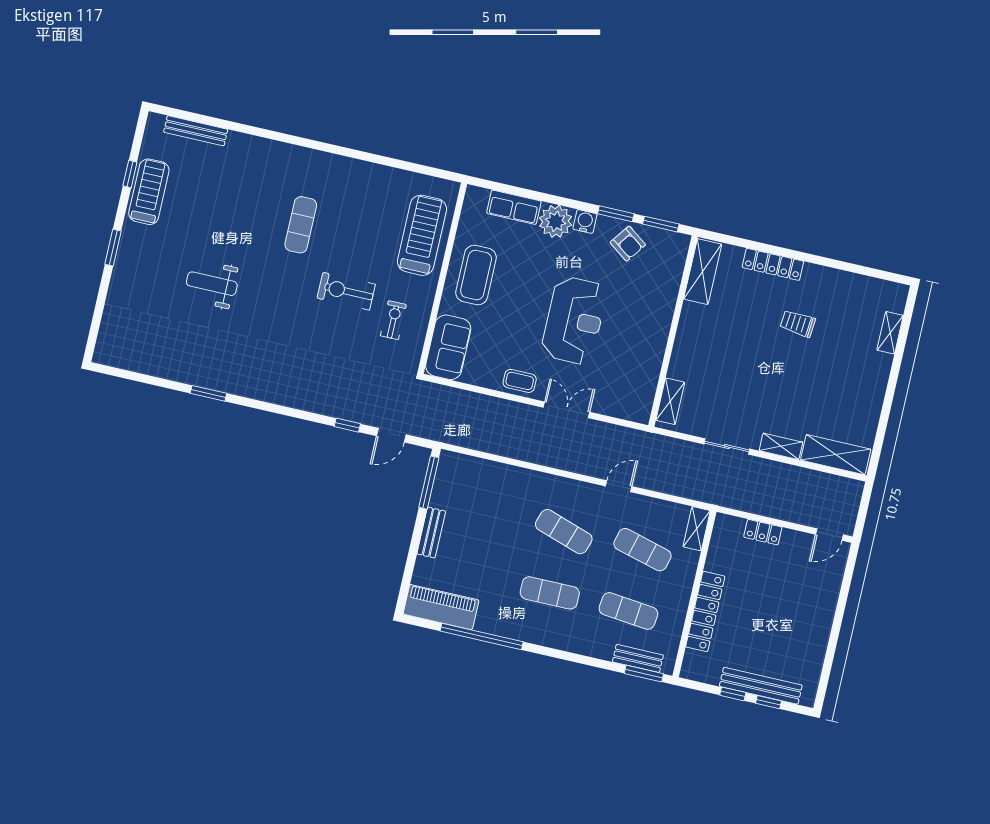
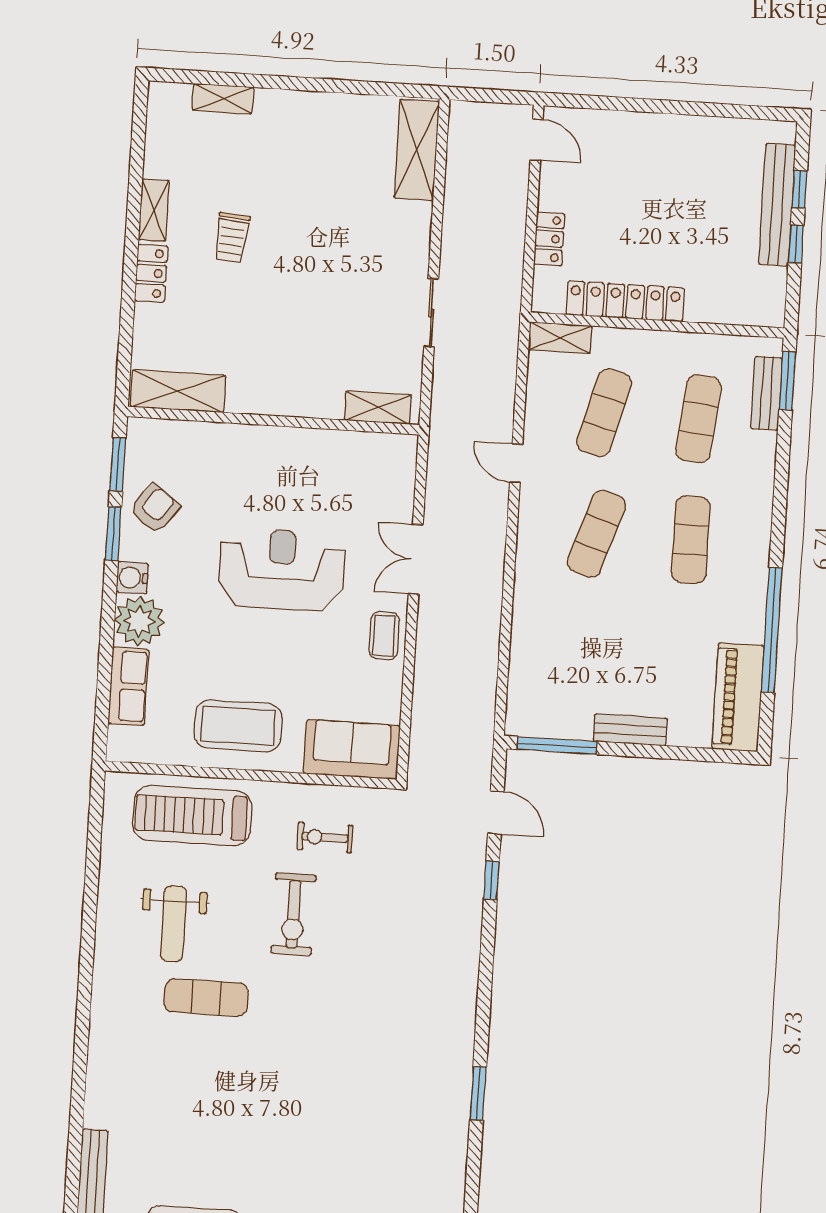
locker: (773, 264) -> (151, 273), width x0.66
weight bench: (212, 284) -> (174, 924), moved
shelving: (781, 446) -> (154, 210), moved
locker: (705, 612) -> (625, 301), moved

